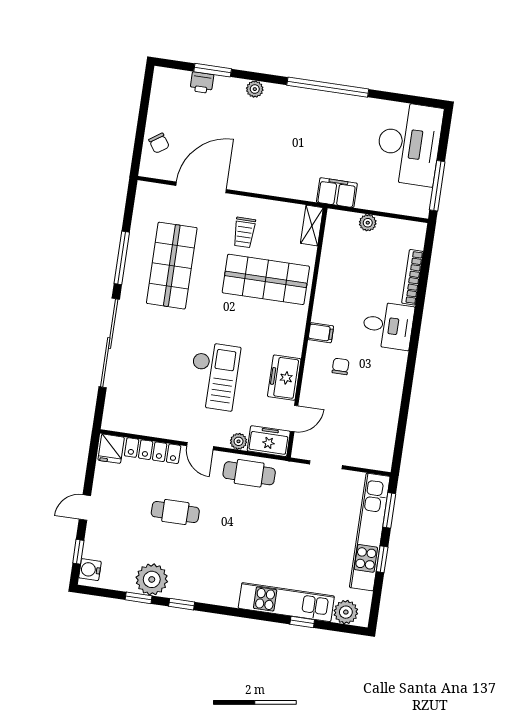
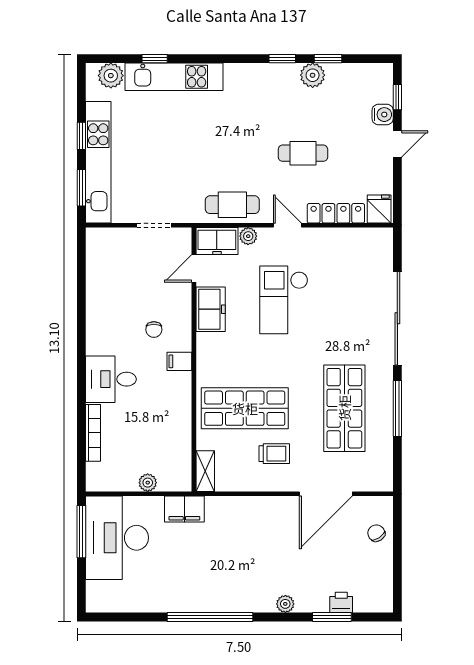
desk: (409, 144) -> (117, 538), moved
trolley: (244, 232) -> (274, 454), turned 90
water cooler: (90, 570) -> (383, 115), moved
plant: (152, 579) -> (313, 75), width x0.73, depth x0.73

